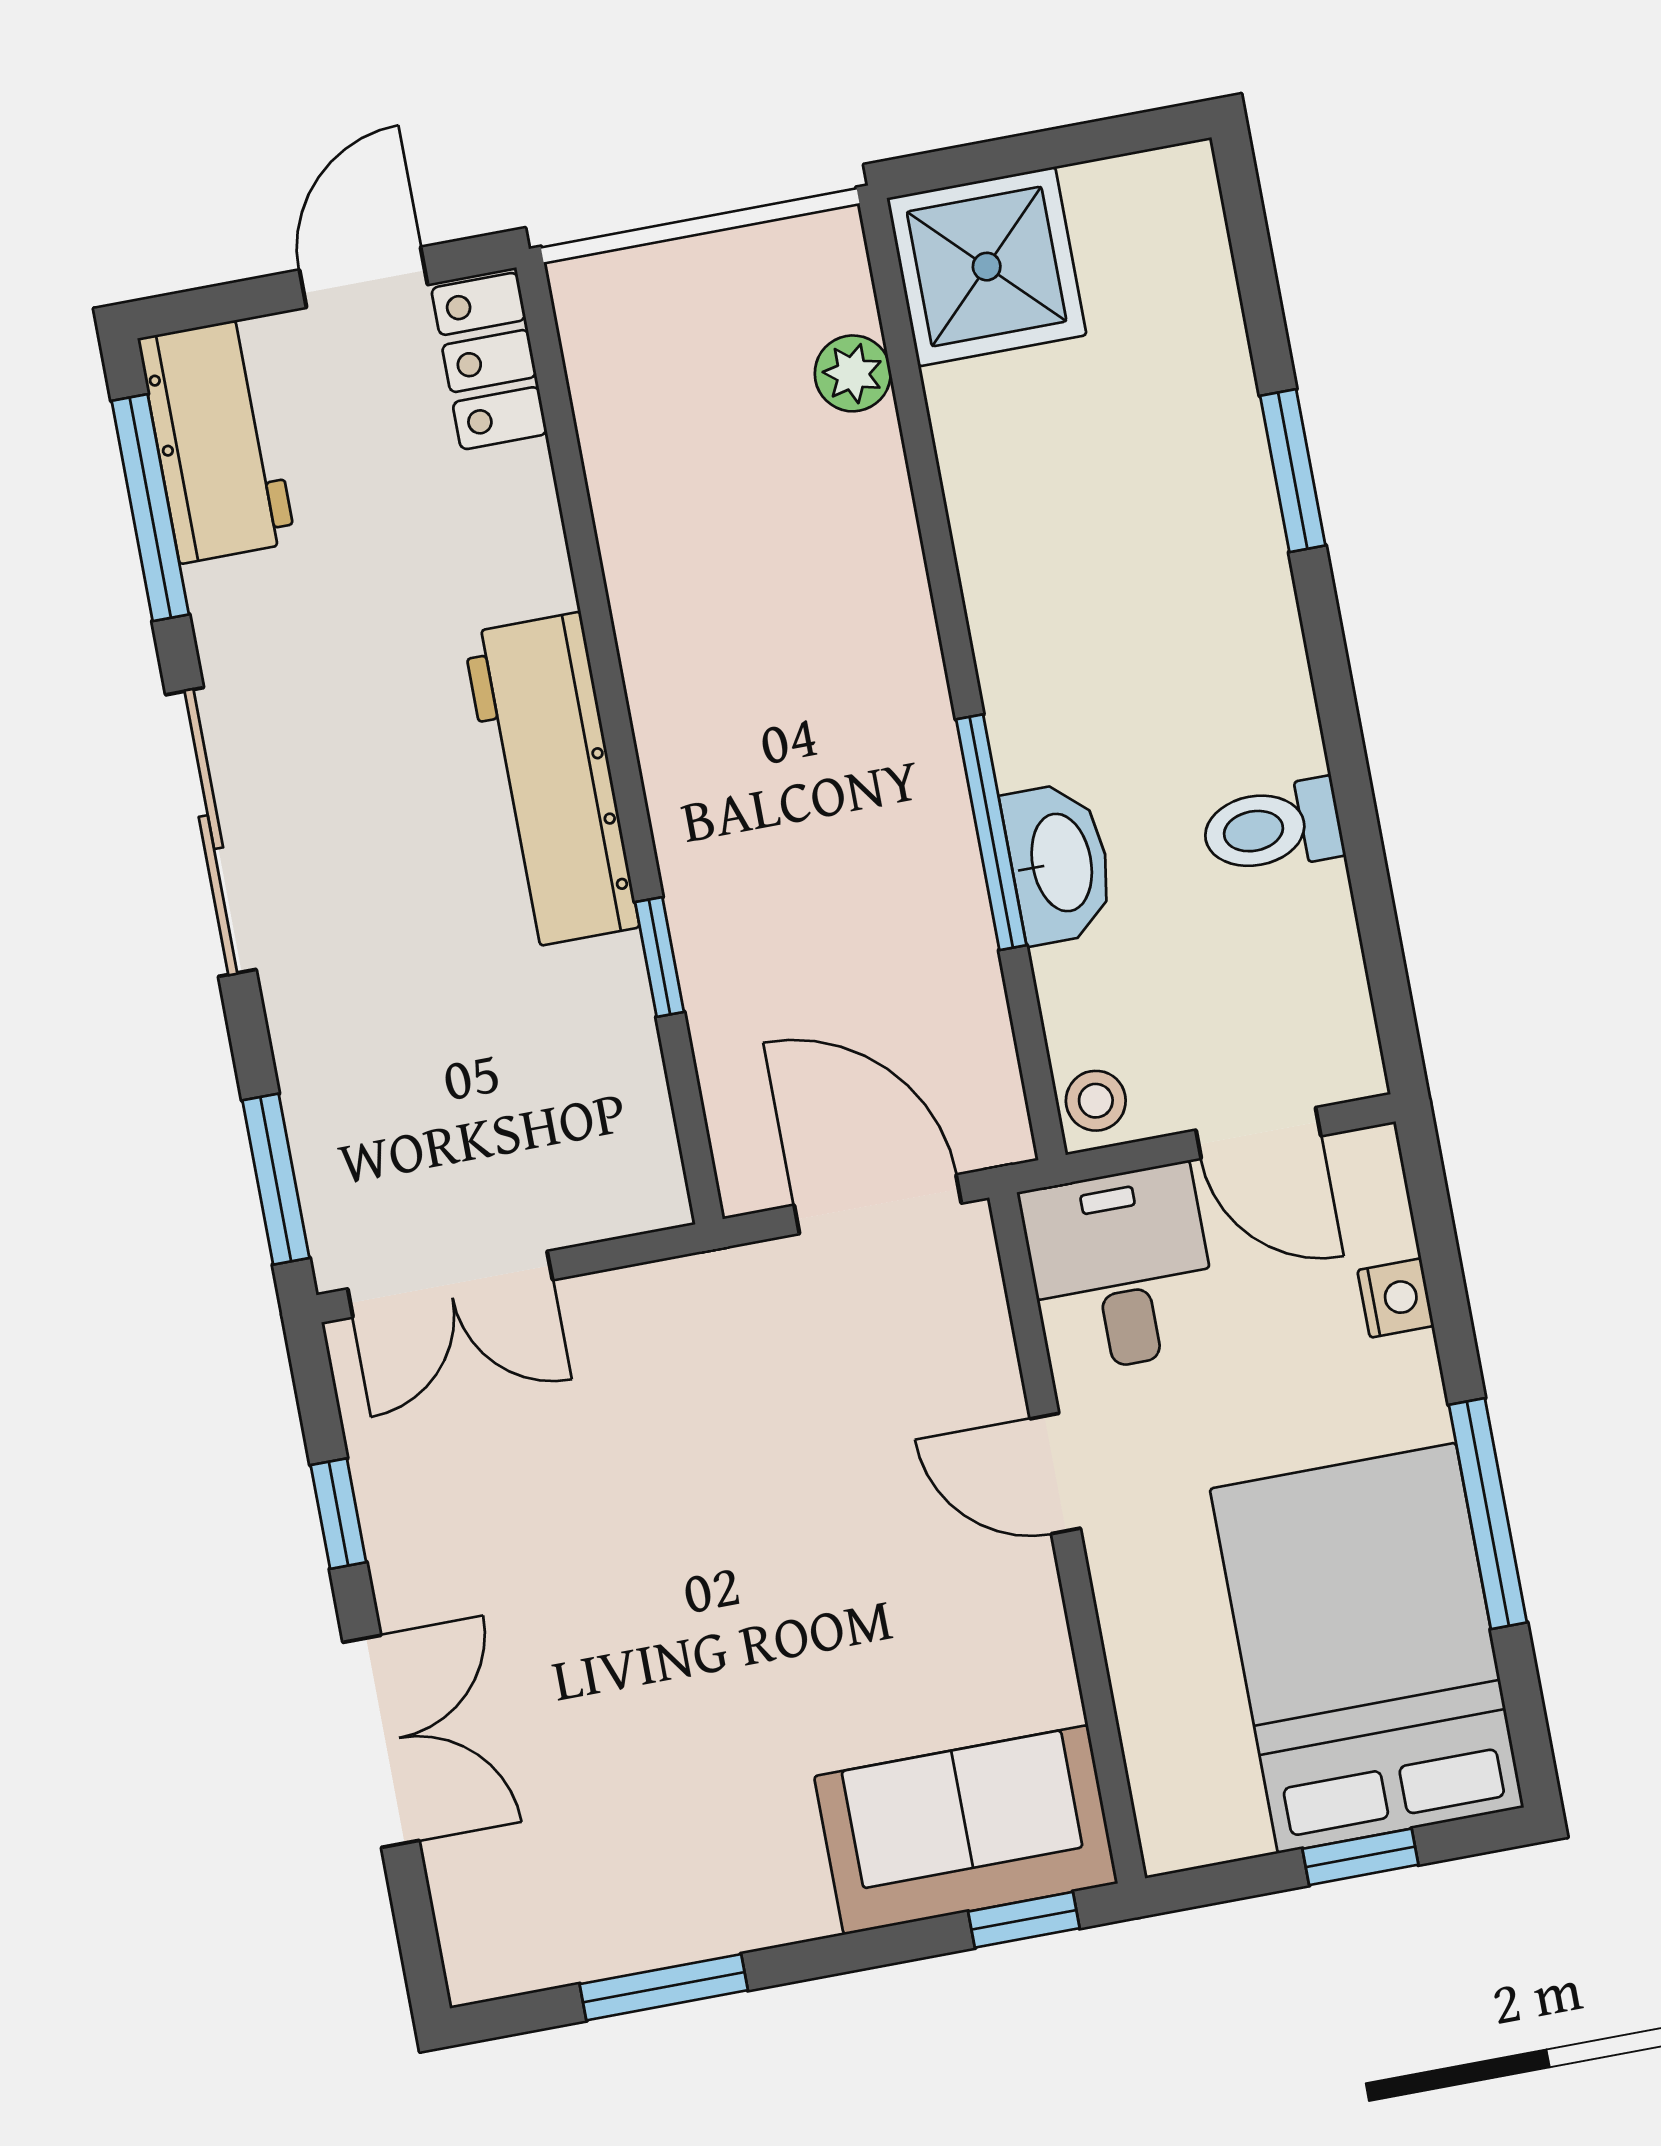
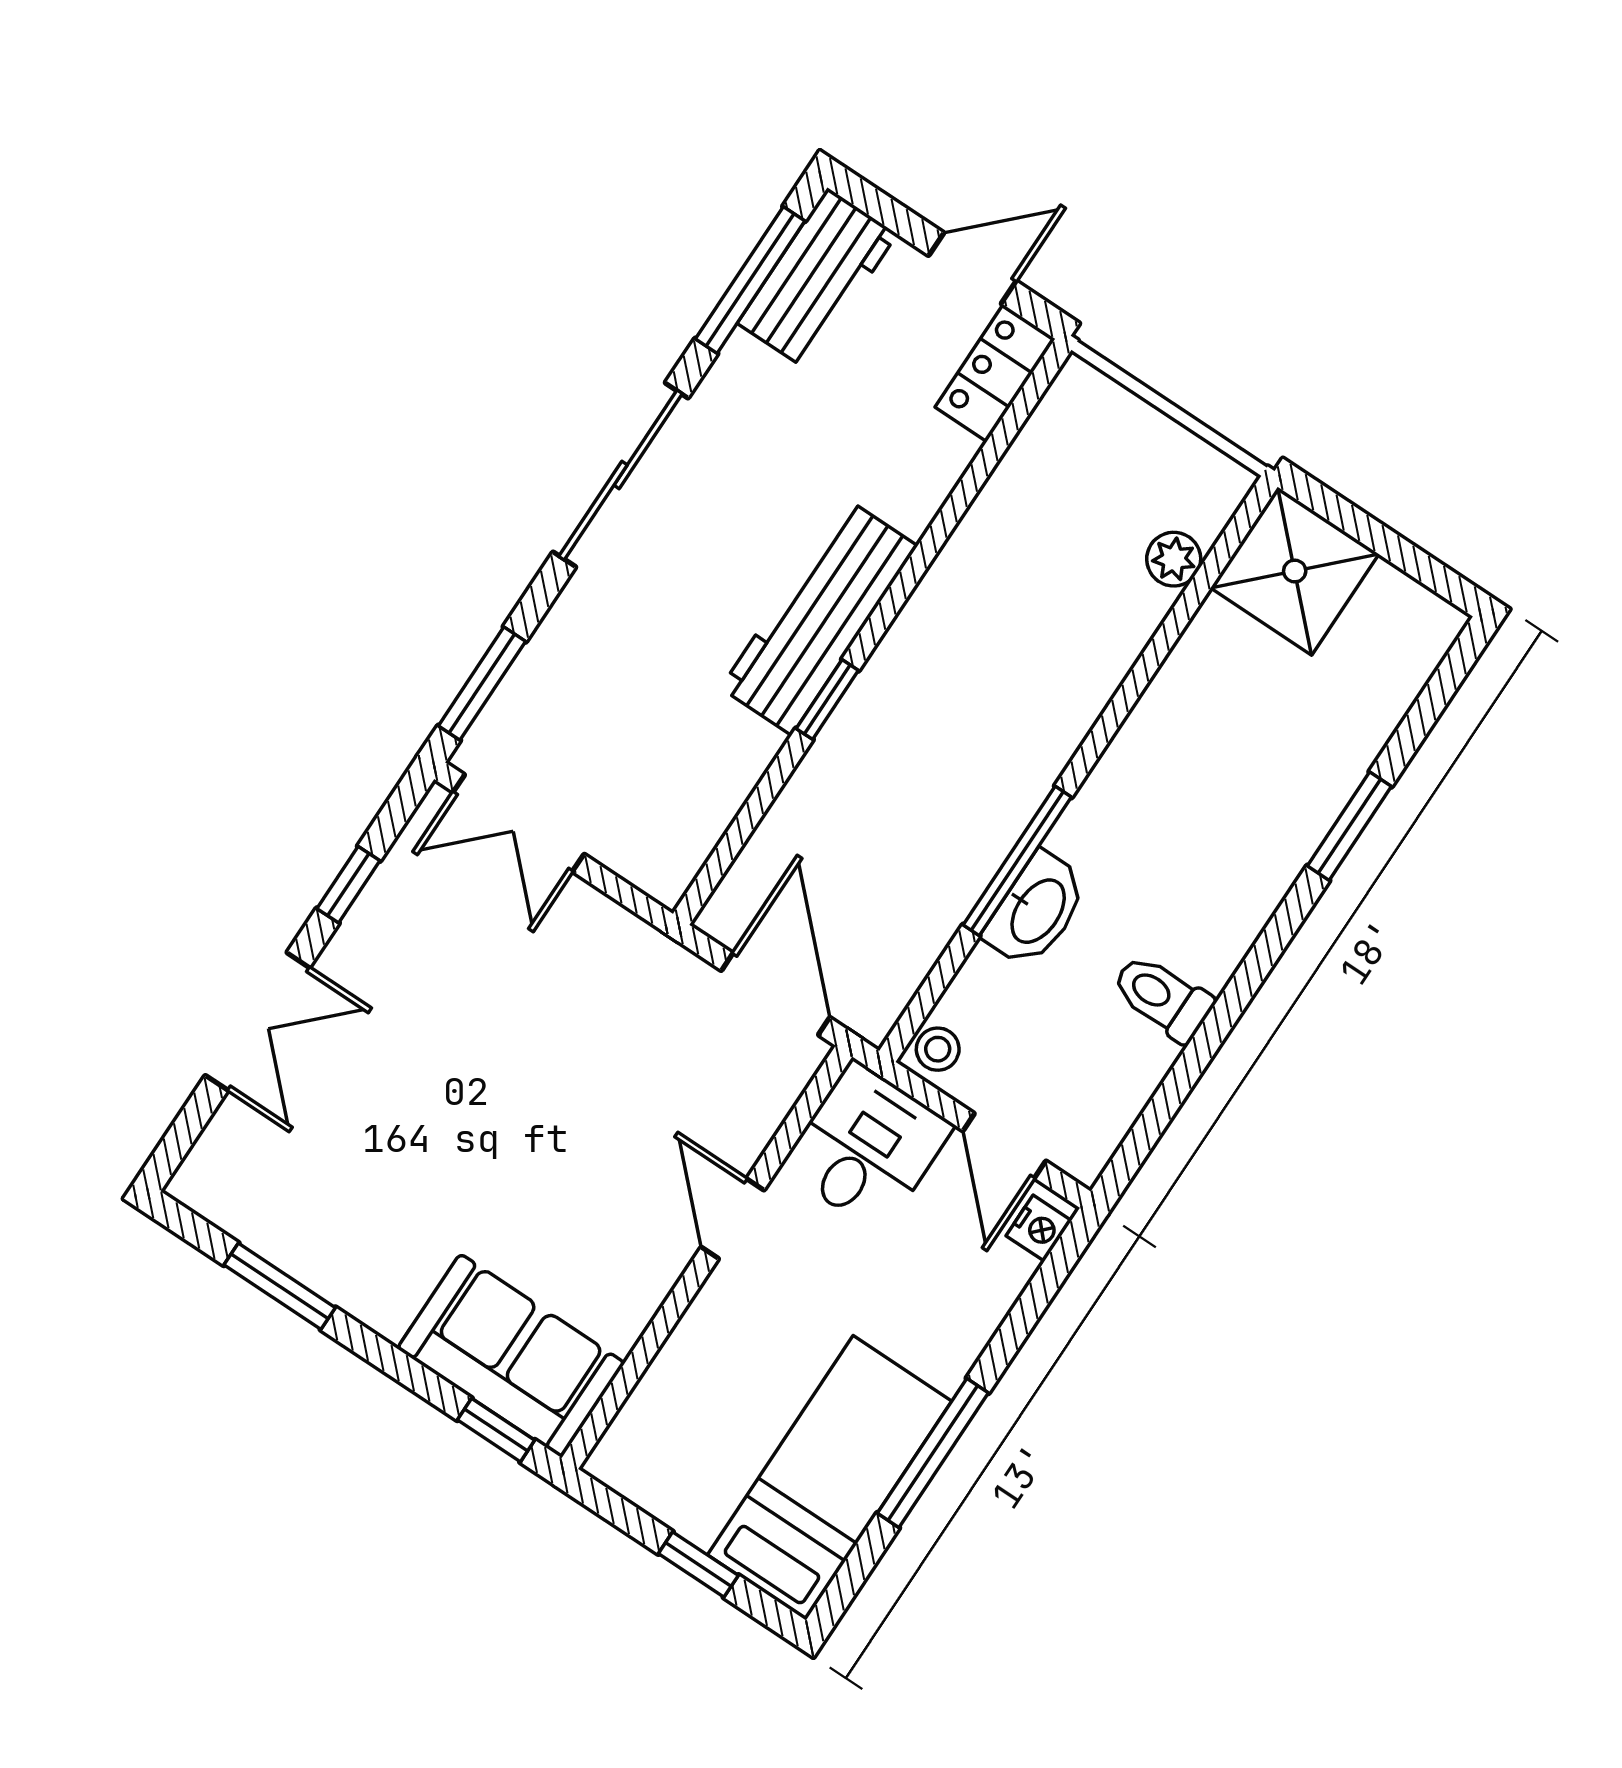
window: (659, 957) -> (827, 699), moved
nightstand: (1396, 1298) -> (1039, 1228), moved
bed: (1367, 1648) -> (830, 1478), width x0.67

